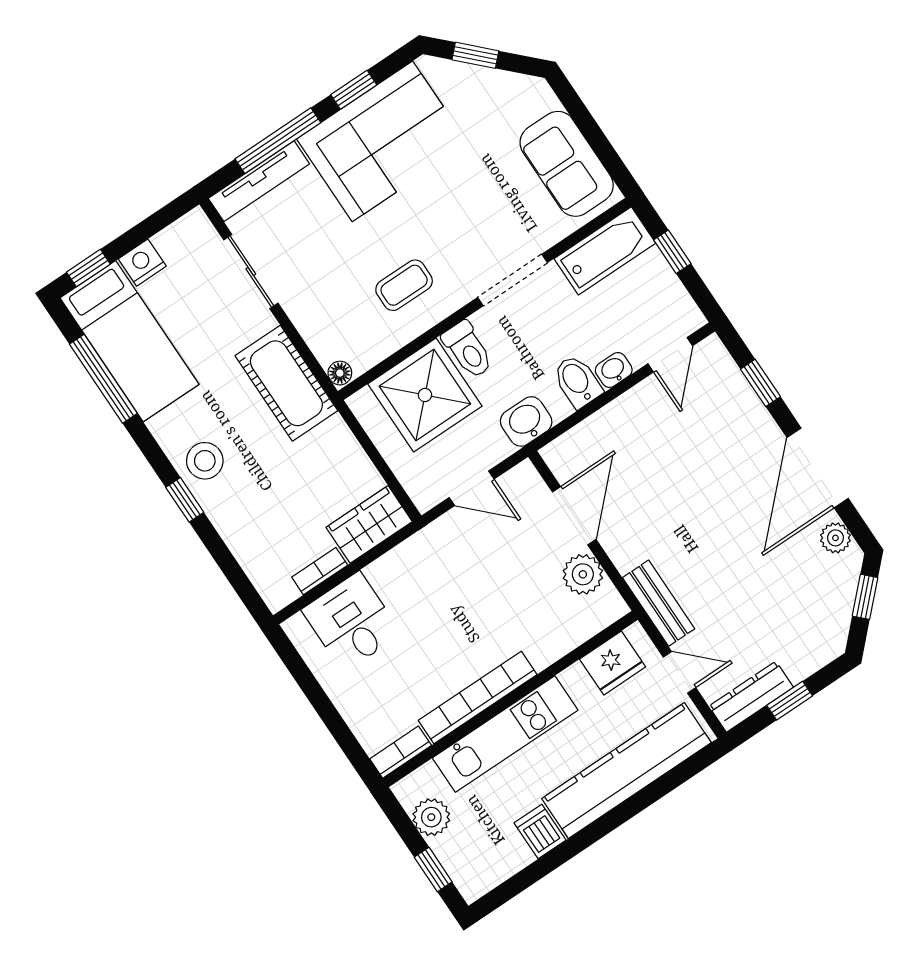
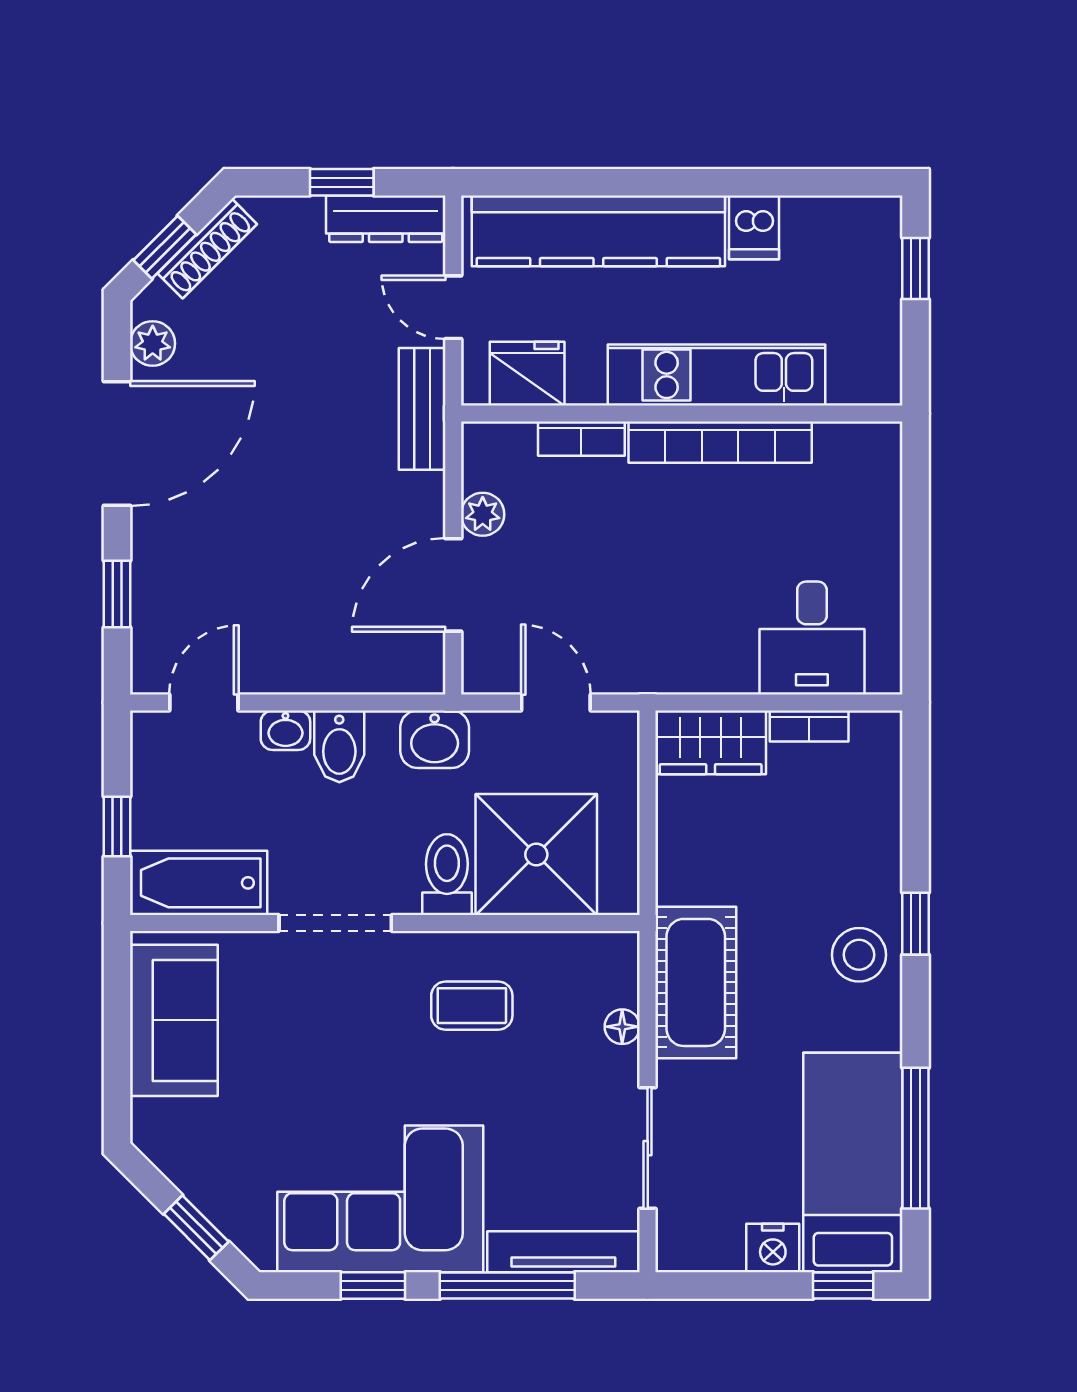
floor lamp: (340, 373) -> (622, 1027), moved
plant: (583, 574) -> (483, 514), width x0.73, depth x0.73
shoe rack: (841, 612) -> (207, 249), added
bookcase: (401, 752) -> (581, 439), moved
plant: (431, 817) -> (875, 334), removed

